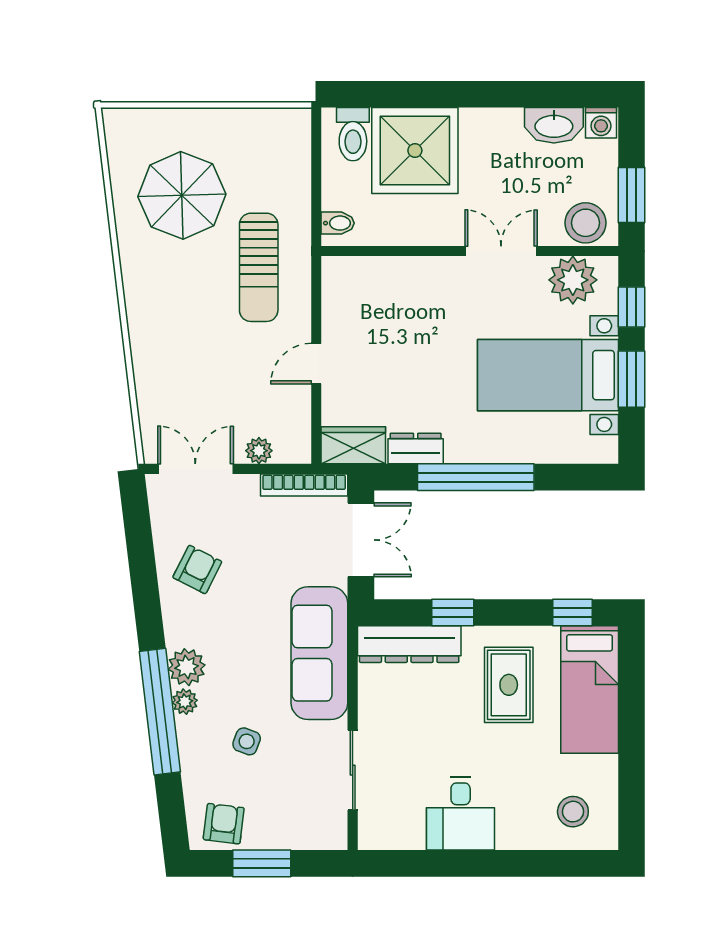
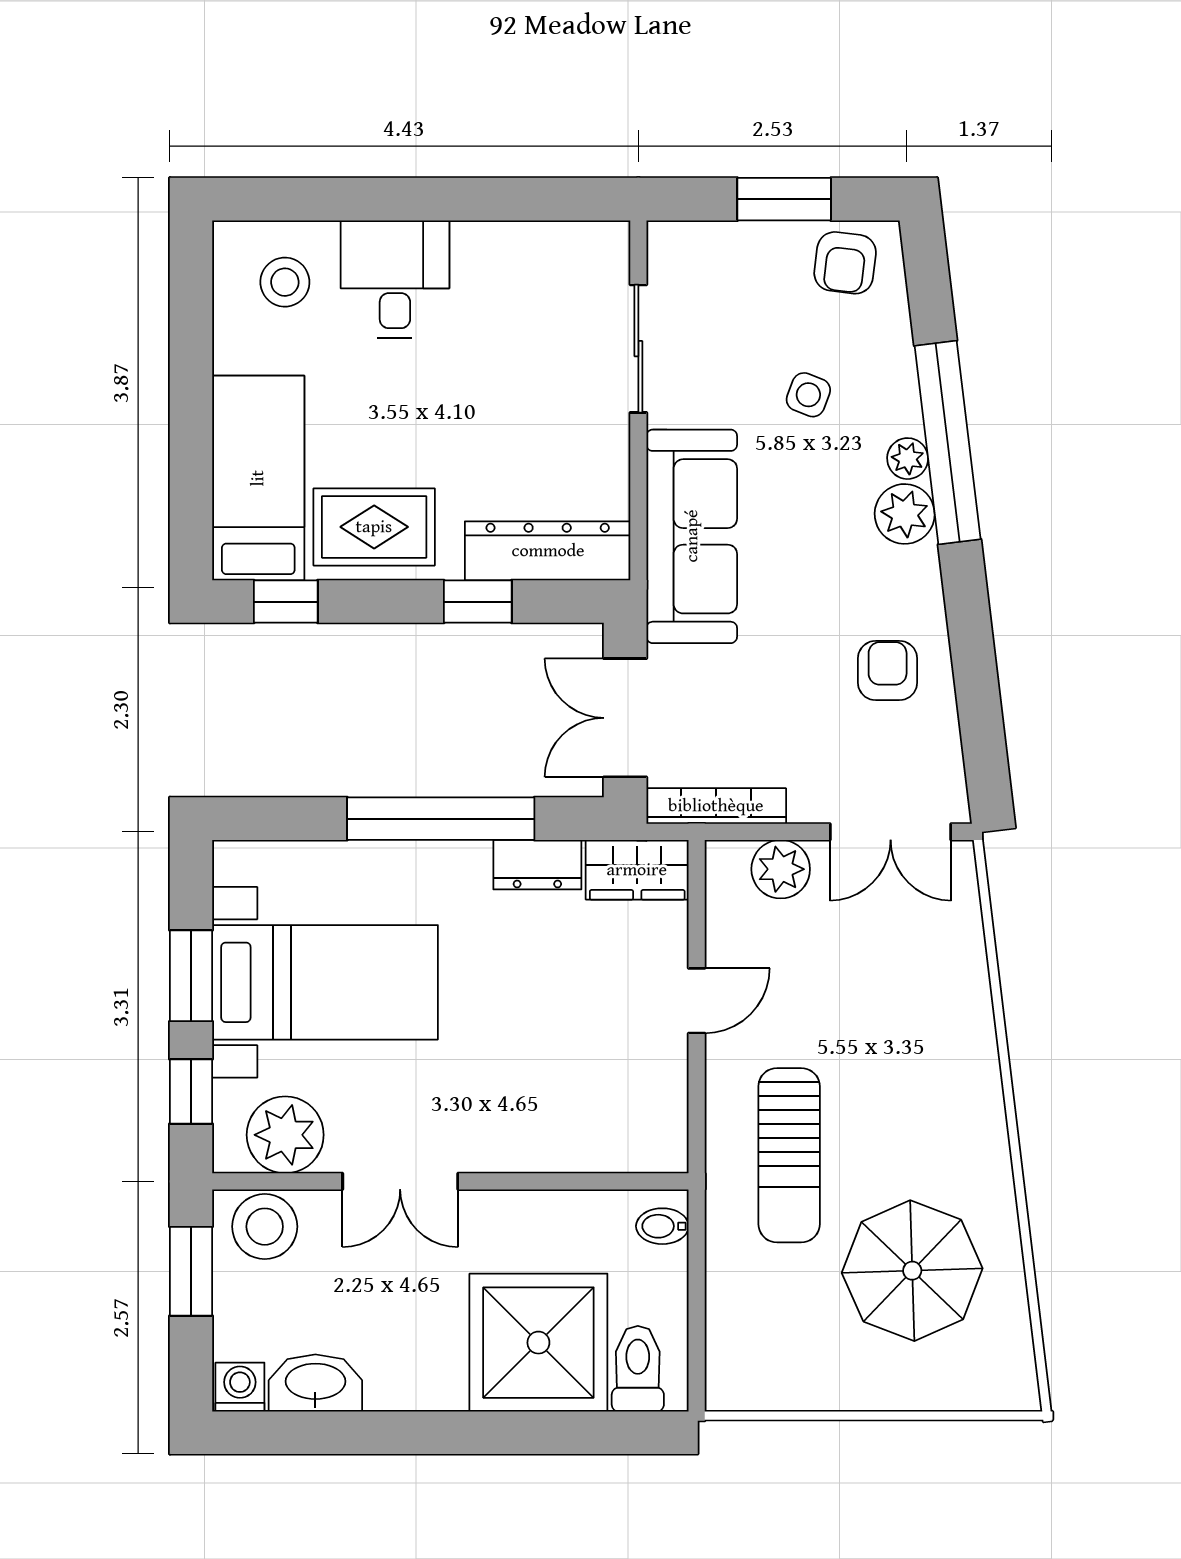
sun lounger: (259, 267) -> (789, 1155), turned 180
plant: (259, 451) -> (781, 869), width x1.38, depth x1.38
armchair: (197, 569) -> (888, 671), turned 153
rug: (509, 685) -> (374, 527), moved, turned 90
desk: (461, 814) -> (395, 279), moved

